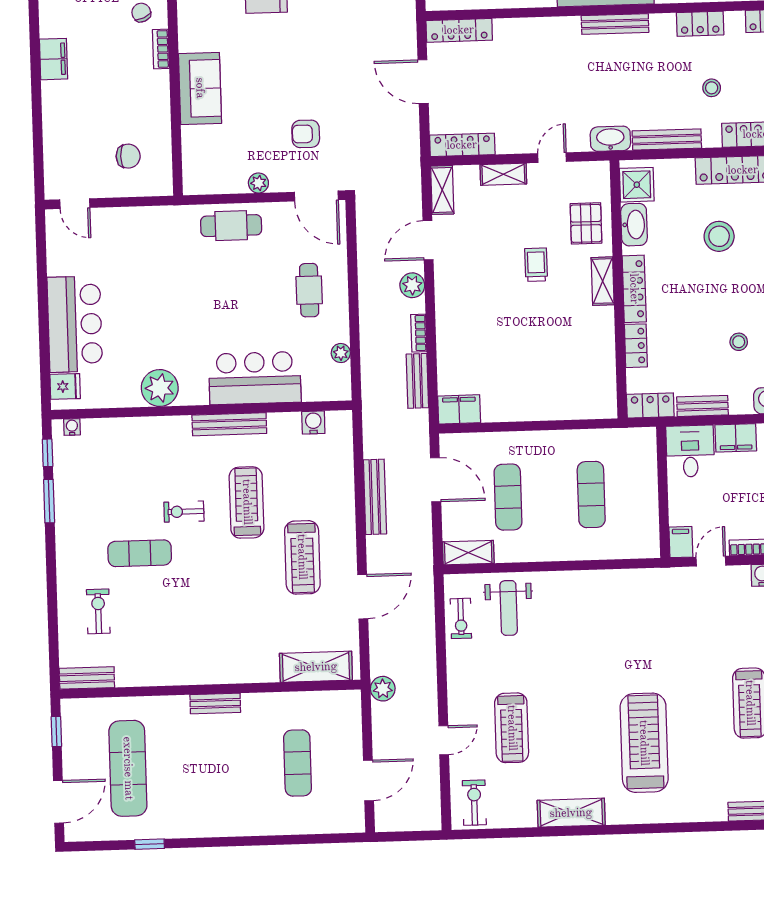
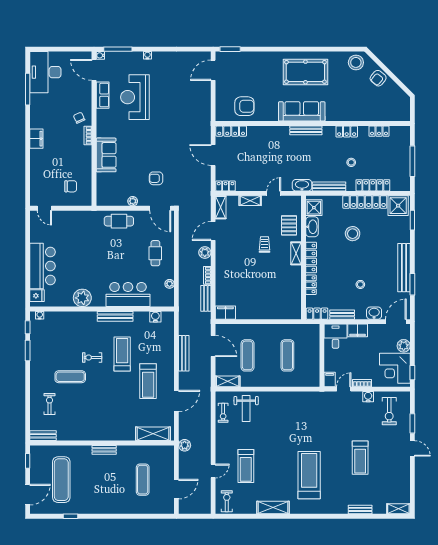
locker: (462, 145) -> (226, 186), width x0.66

